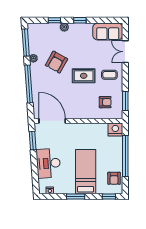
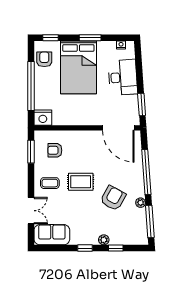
bed: (86, 172) -> (78, 67), width x1.50

